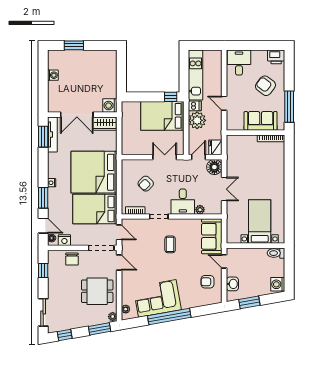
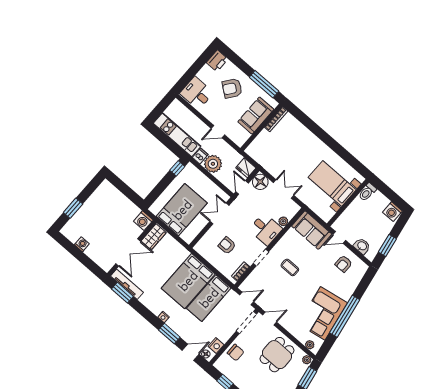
bed: (162, 116) -> (182, 210), moved, turned 180
bed: (94, 172) -> (188, 281), width x0.73
armchair: (146, 184) -> (227, 246), turned 136
bed: (95, 209) -> (209, 298), width x0.67

